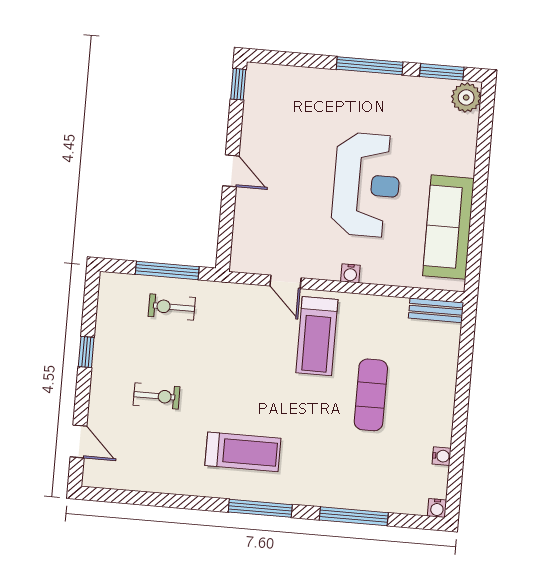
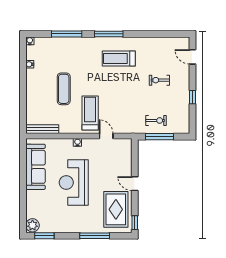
window: (370, 66) -> (95, 236), moved
rug: (278, 117) -> (116, 209), added
bench: (436, 310) -> (42, 129), width x1.36

